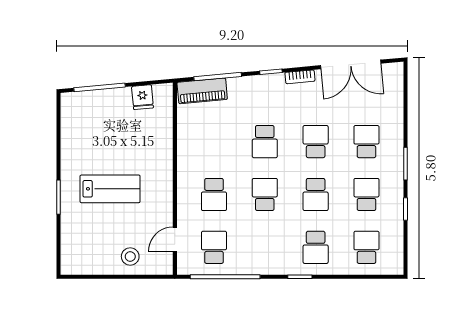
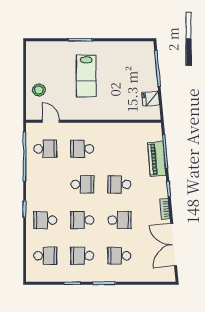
piano: (202, 91) -> (157, 159), moved
school desk: (366, 142) -> (119, 256), turned 180
school desk: (366, 194) -> (82, 256), turned 180

